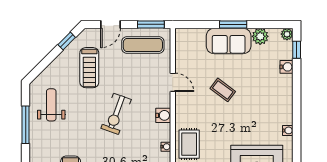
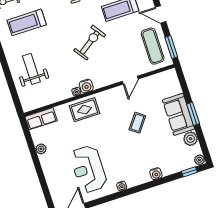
water cooler: (287, 67) -> (156, 174), moved
exercise bike: (116, 114) -> (90, 43), turned 125
water cooler: (163, 115) -> (86, 86), moved

